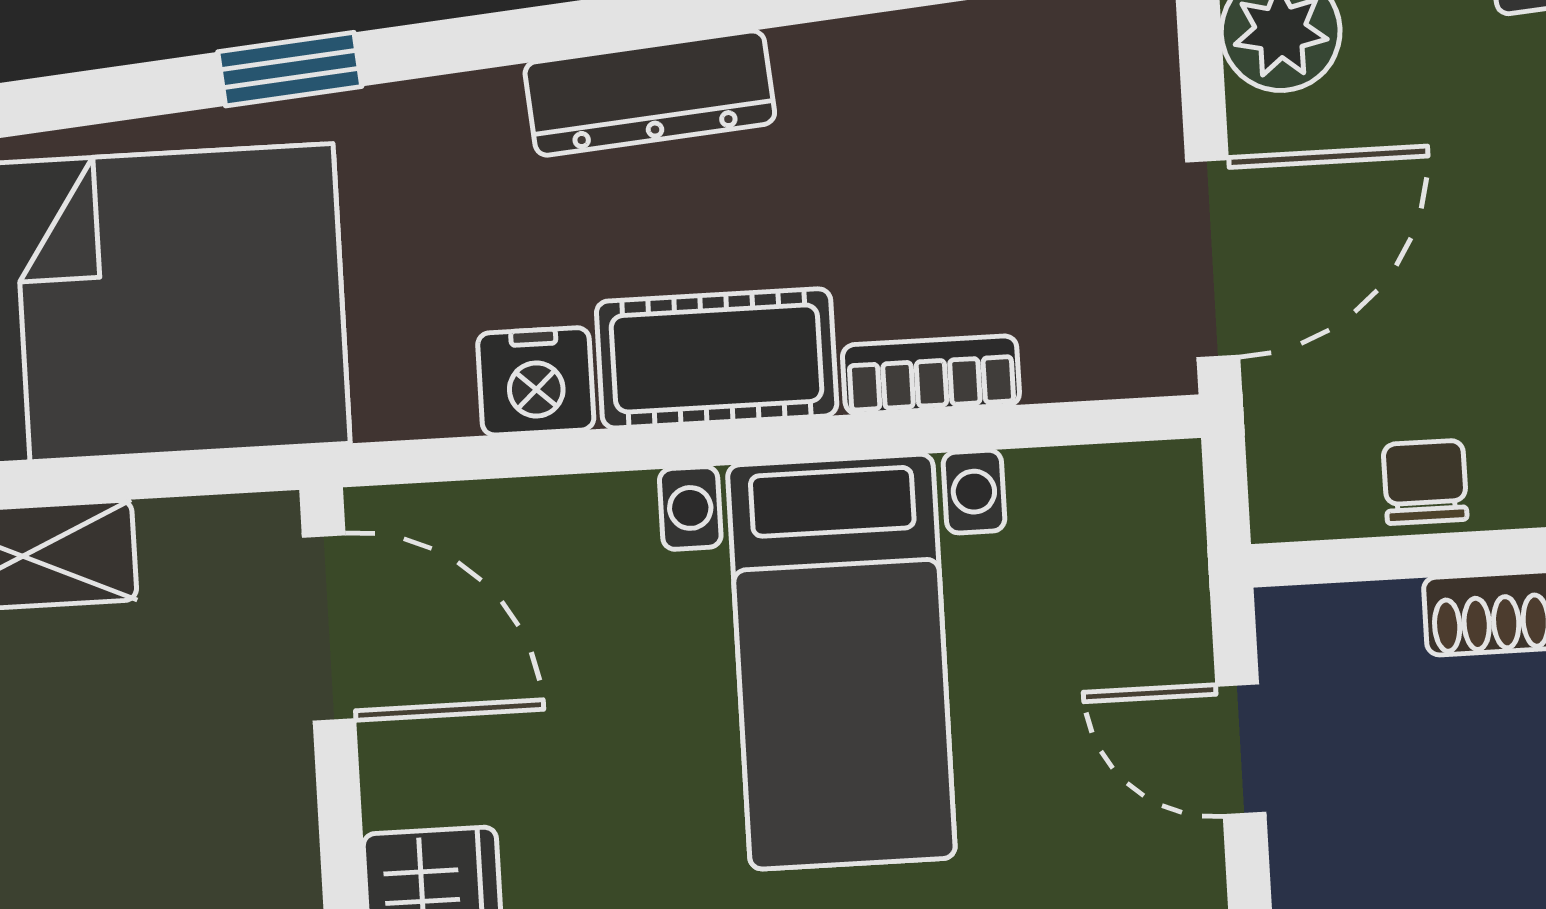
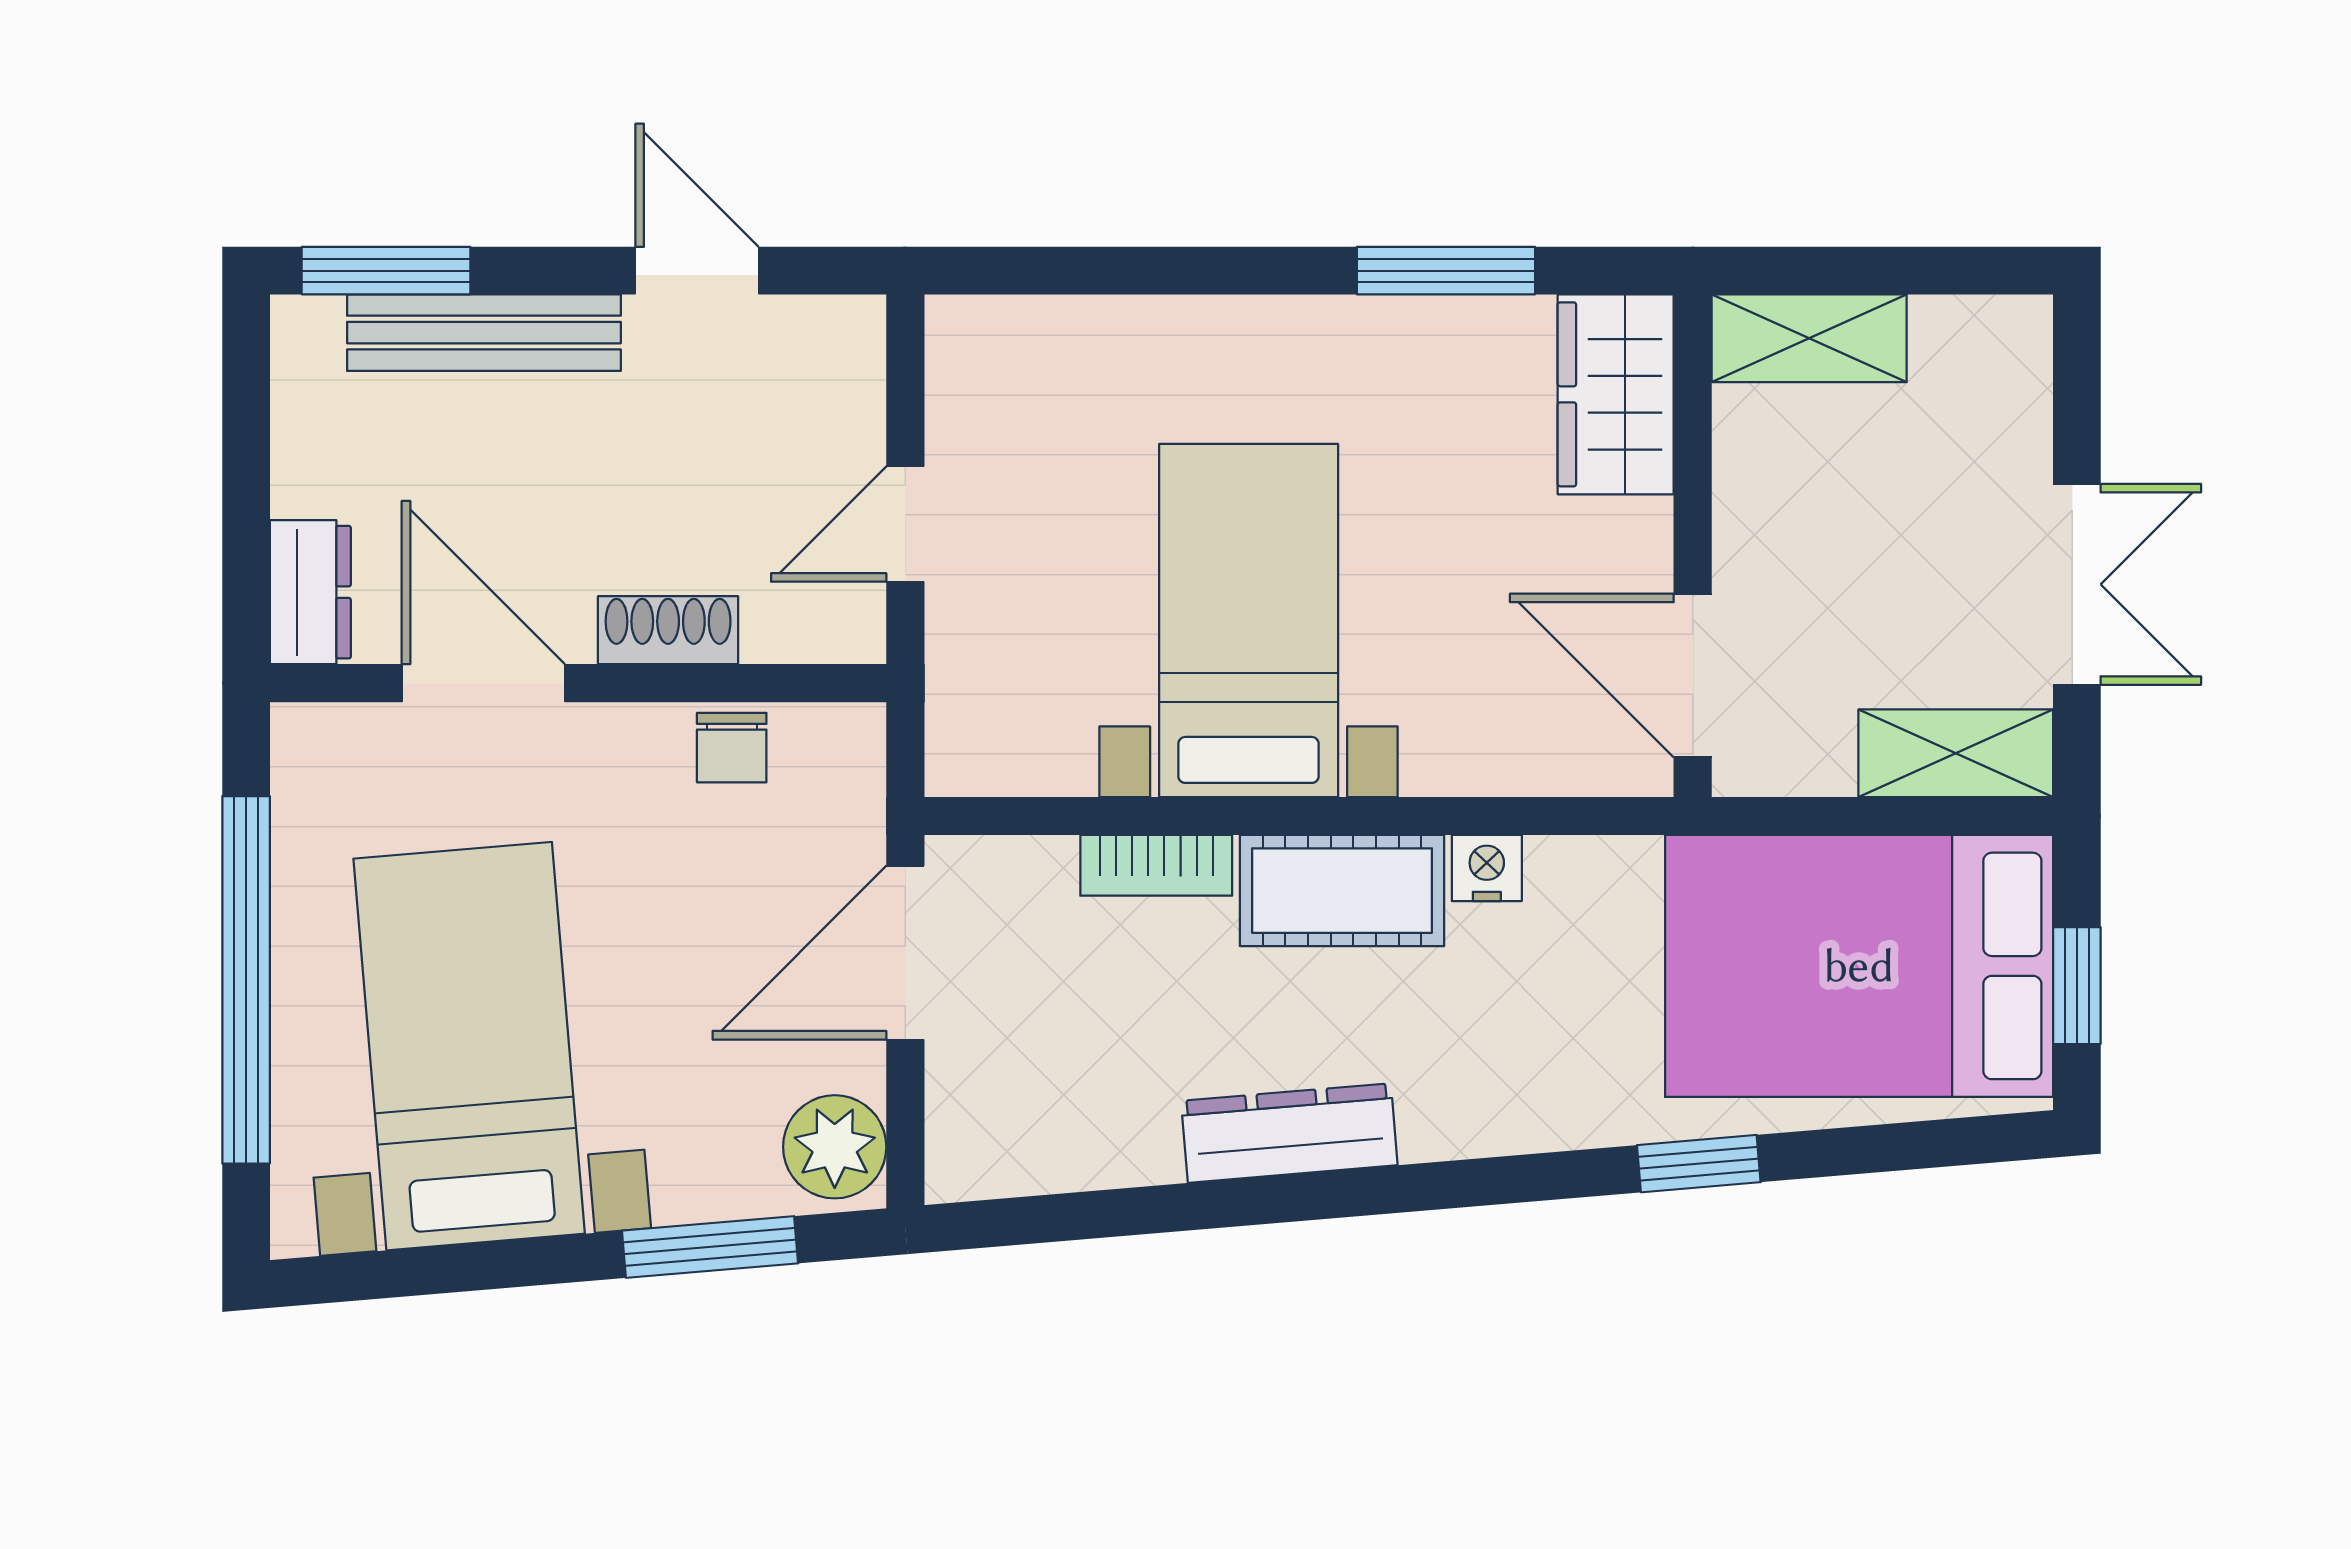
dresser: (650, 93) -> (1289, 1133), moved
nightstand: (536, 381) -> (1487, 868), width x0.72, depth x0.74
door: (1241, 749) -> (905, 524), swing flipped

